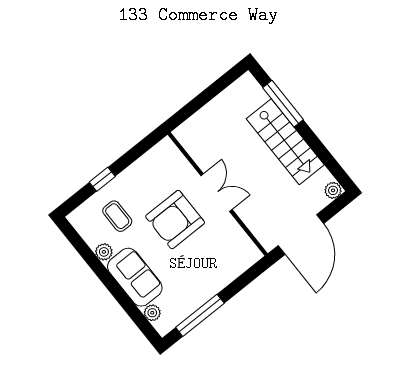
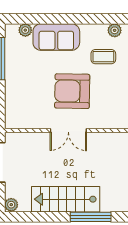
armchair: (175, 220) -> (72, 91), turned -89
plant: (104, 252) -> (115, 30), moved

